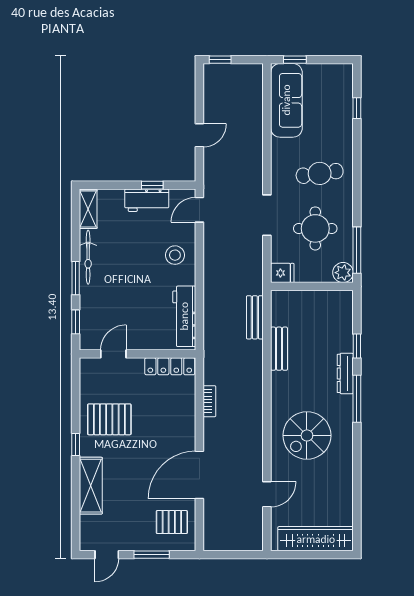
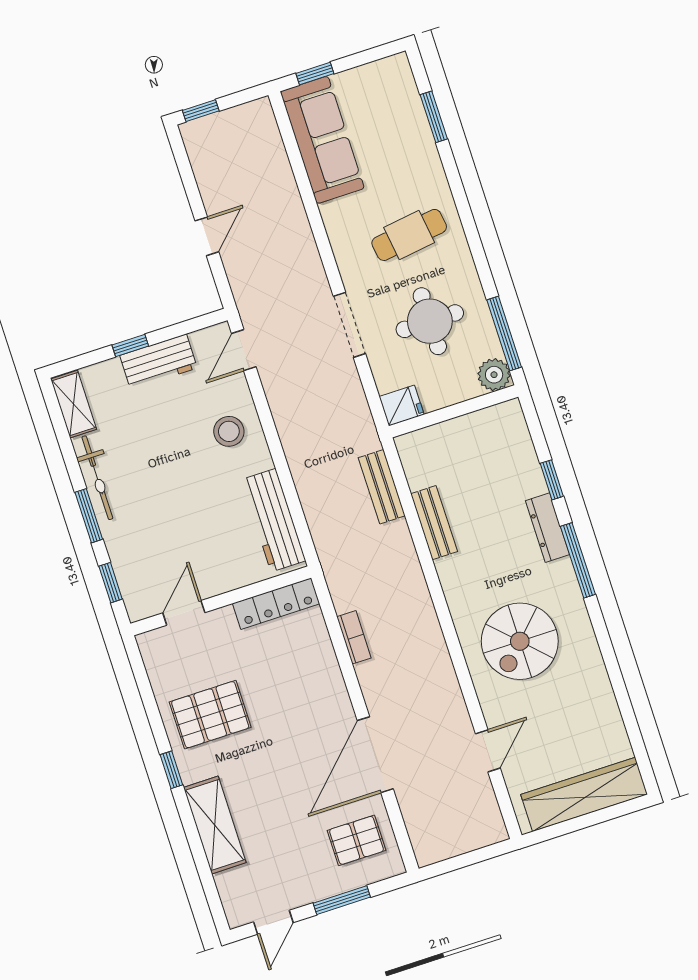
window: (357, 108) -> (434, 117), width x1.50
window: (152, 185) -> (130, 345), moved

